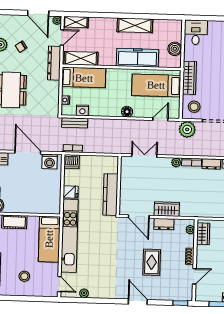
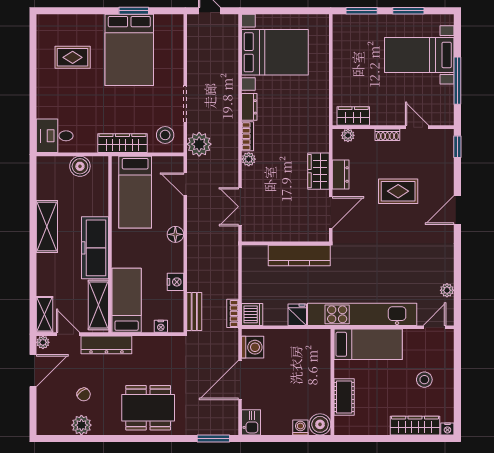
freezer: (137, 58) -> (95, 248), moved
nightstand: (82, 110) -> (176, 282), moved

